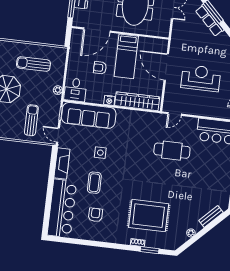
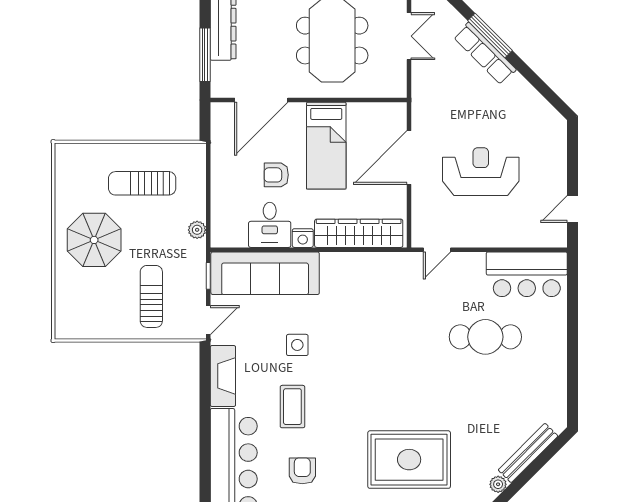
door: (166, 67) -> (409, 157), hinge flipped
desk: (75, 90) -> (270, 225), moved
door: (58, 135) -> (208, 320), swing flipped
cafe table: (172, 151) -> (485, 337), moved
bench: (211, 217) -> (528, 453), width x1.36

